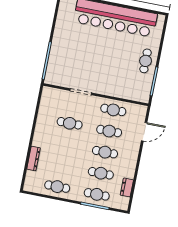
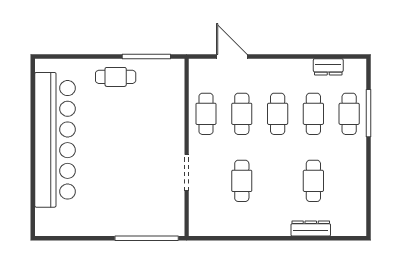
cafe table: (57, 187) -> (313, 181), moved

